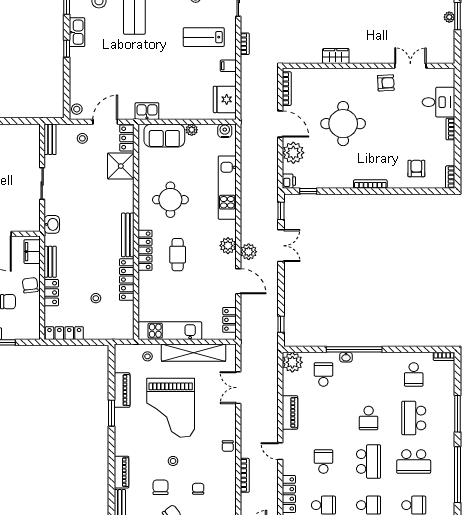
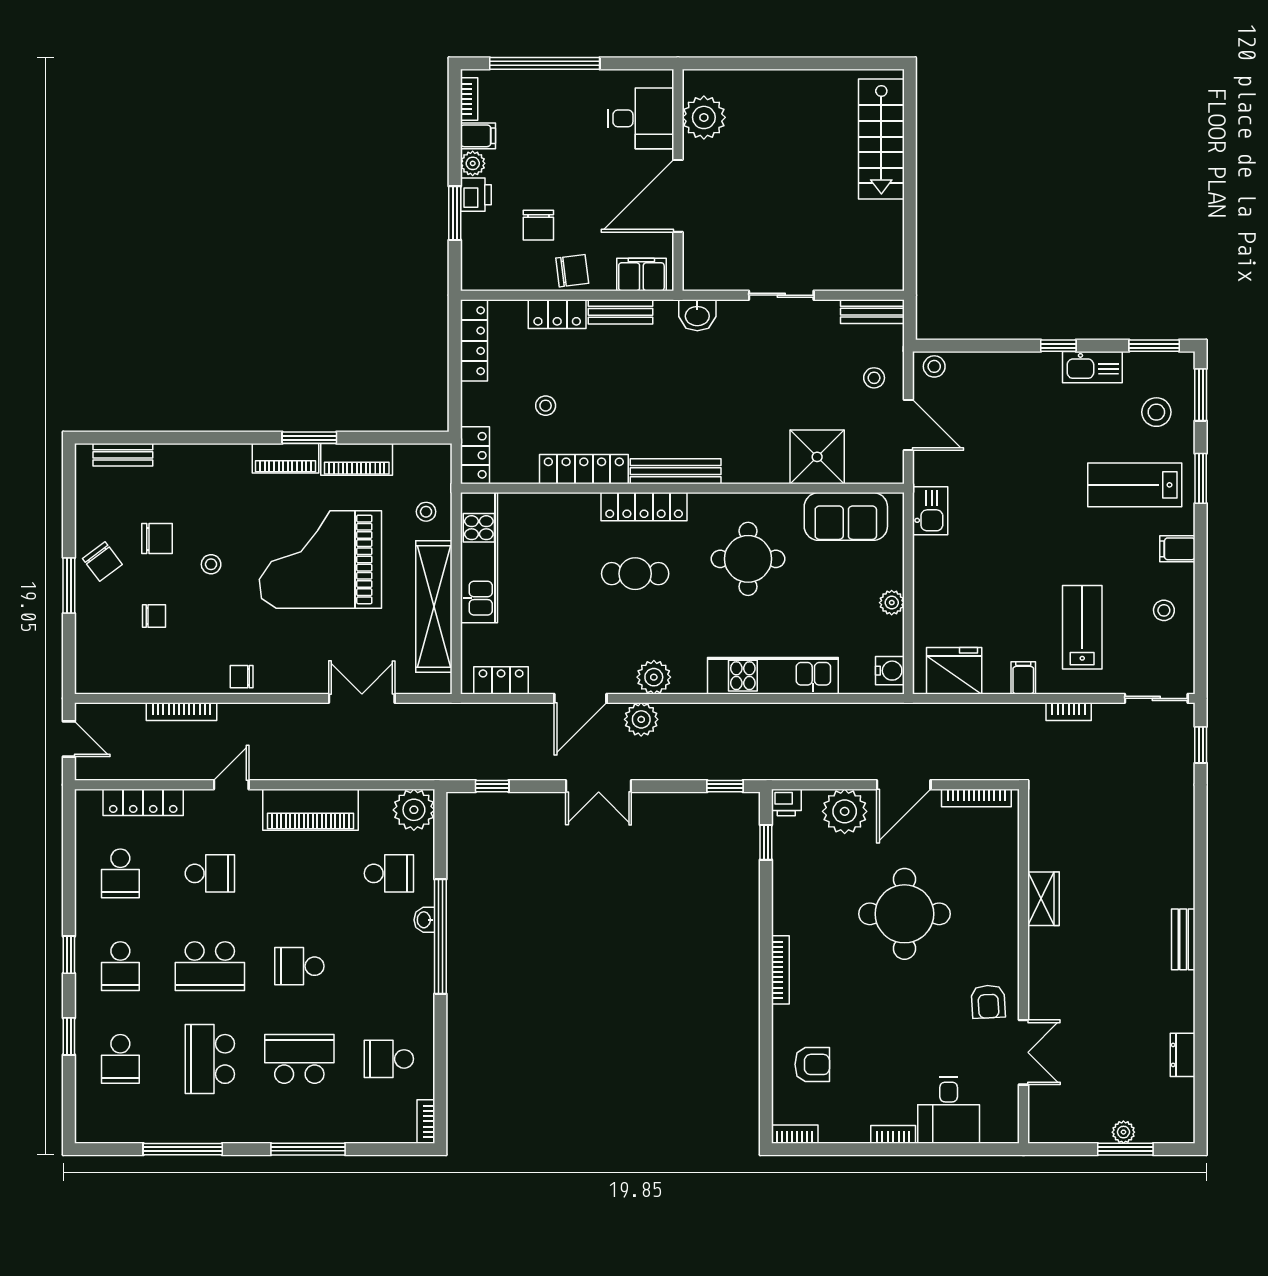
sofa: (164, 136) -> (846, 516), moved, turned -90
locker: (127, 138) -> (475, 455), moved, turned 90
double door: (281, 246) -> (599, 786), moved
piano: (290, 413) -> (311, 810), width x1.37, depth x1.33
piano: (121, 472) -> (286, 458), moved
window: (458, 475) -> (183, 1149), width x0.68

